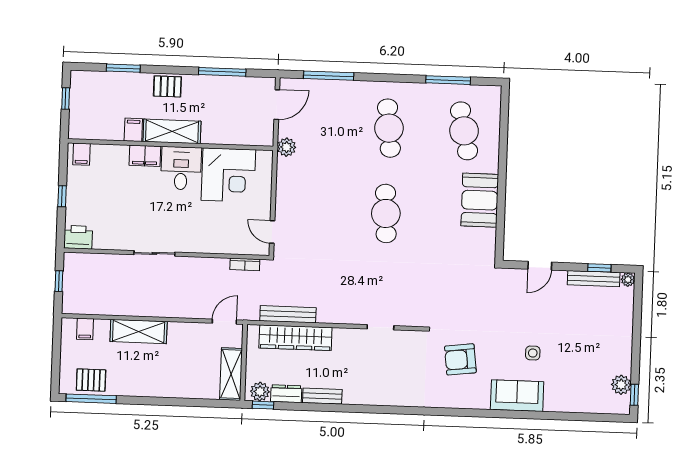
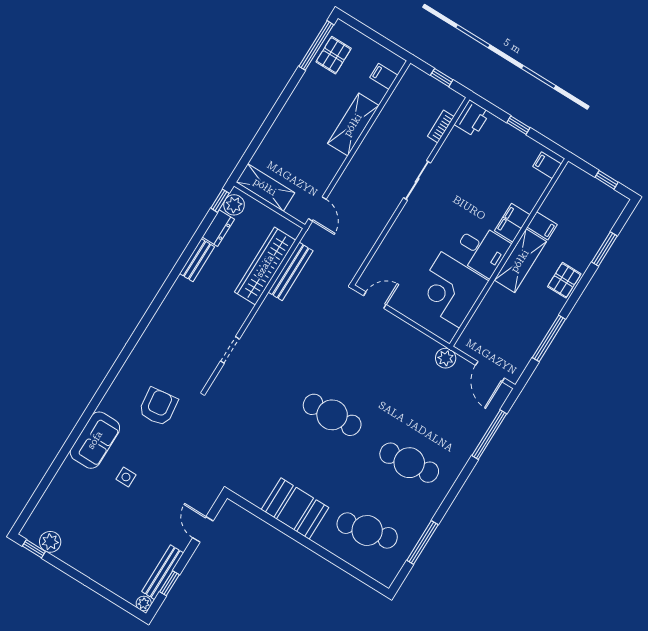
bookcase: (245, 264) -> (441, 126), moved

